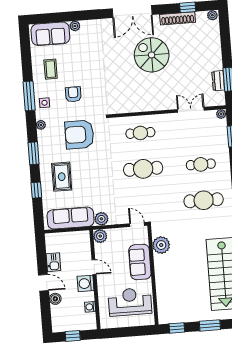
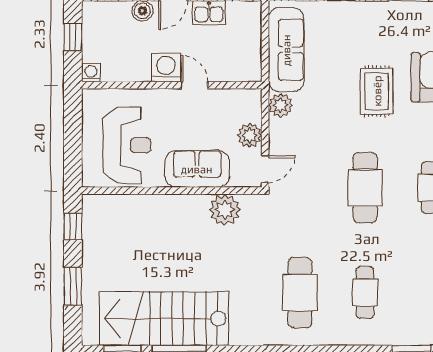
rug: (62, 177) -> (377, 91), moved, turned 90
plant: (100, 236) -> (250, 135), moved
door: (94, 267) -> (194, 85), swing flipped
washing machine: (90, 307) -> (91, 73), moved

